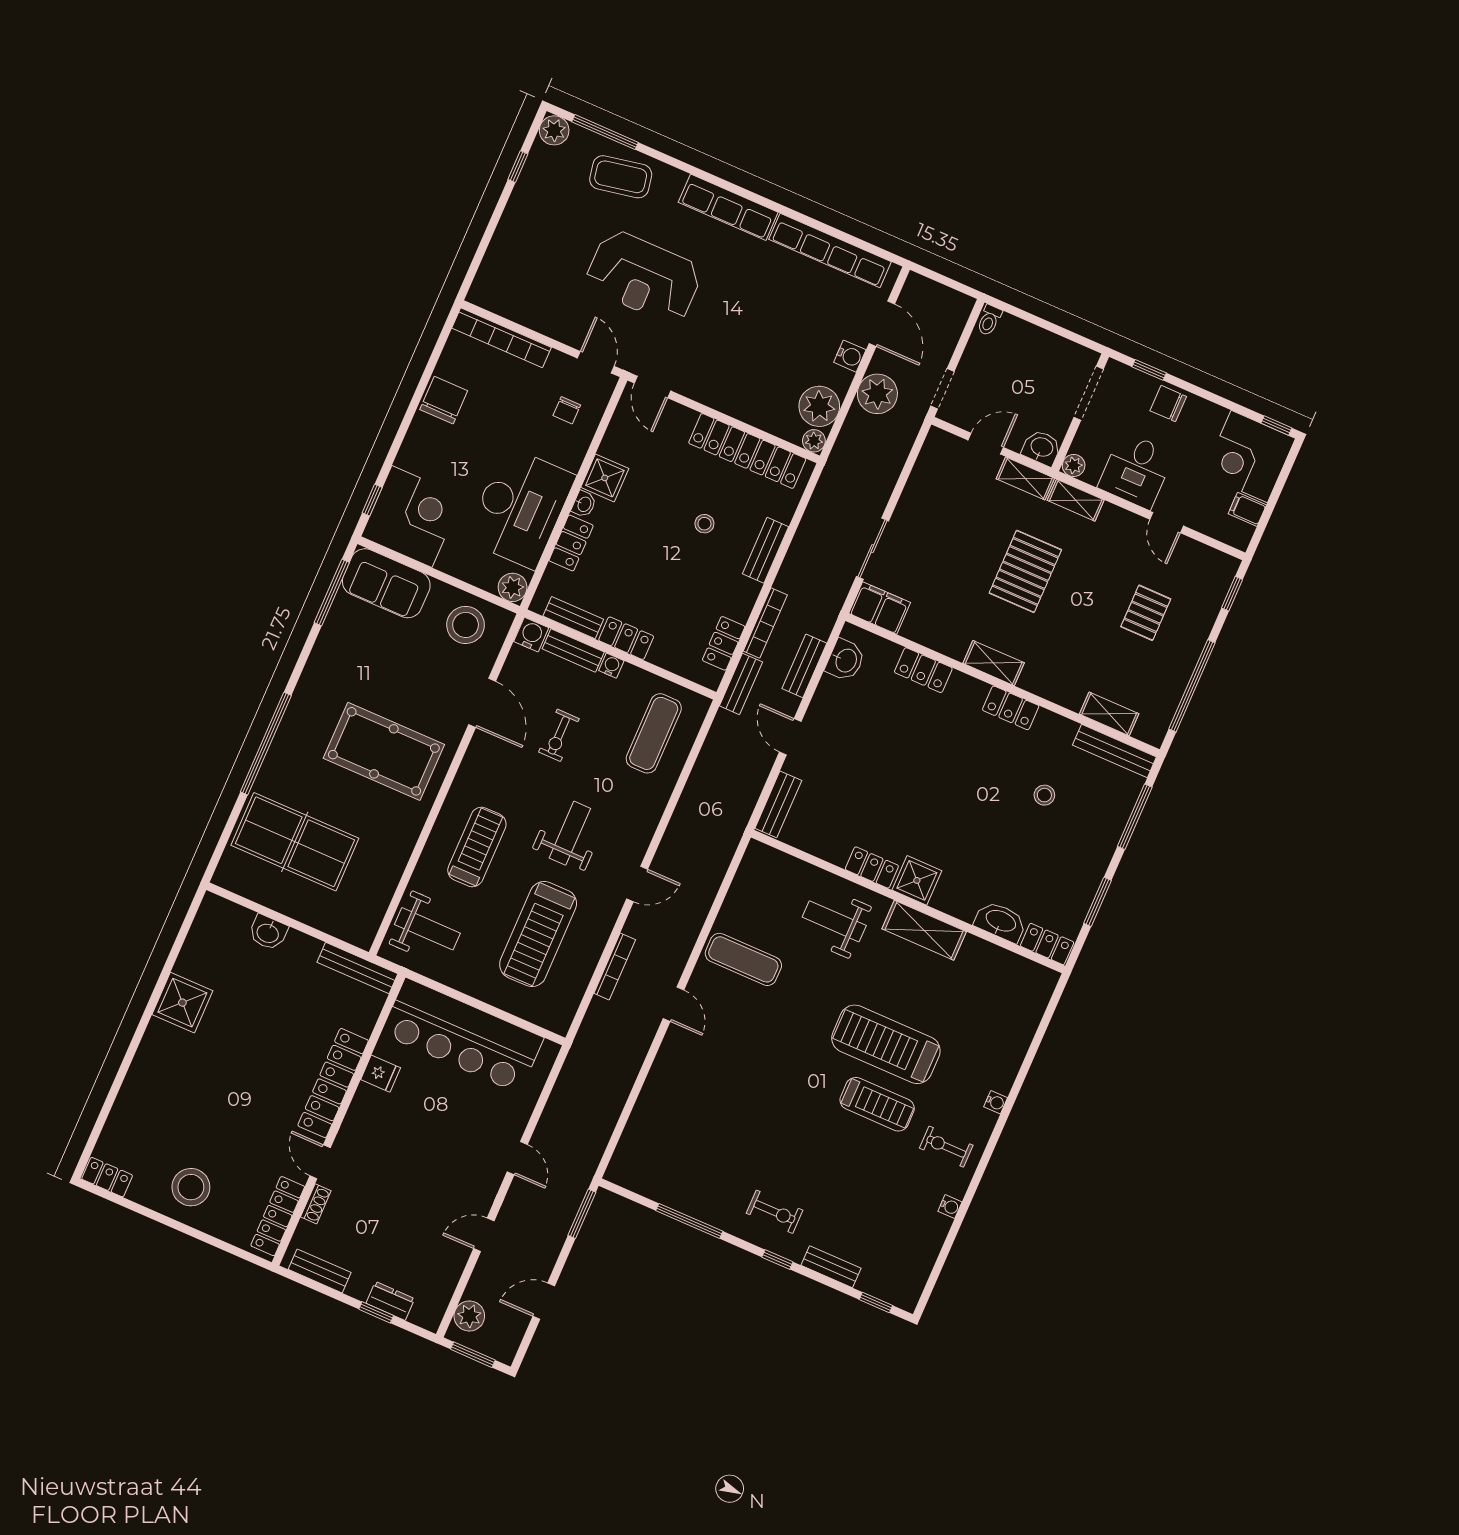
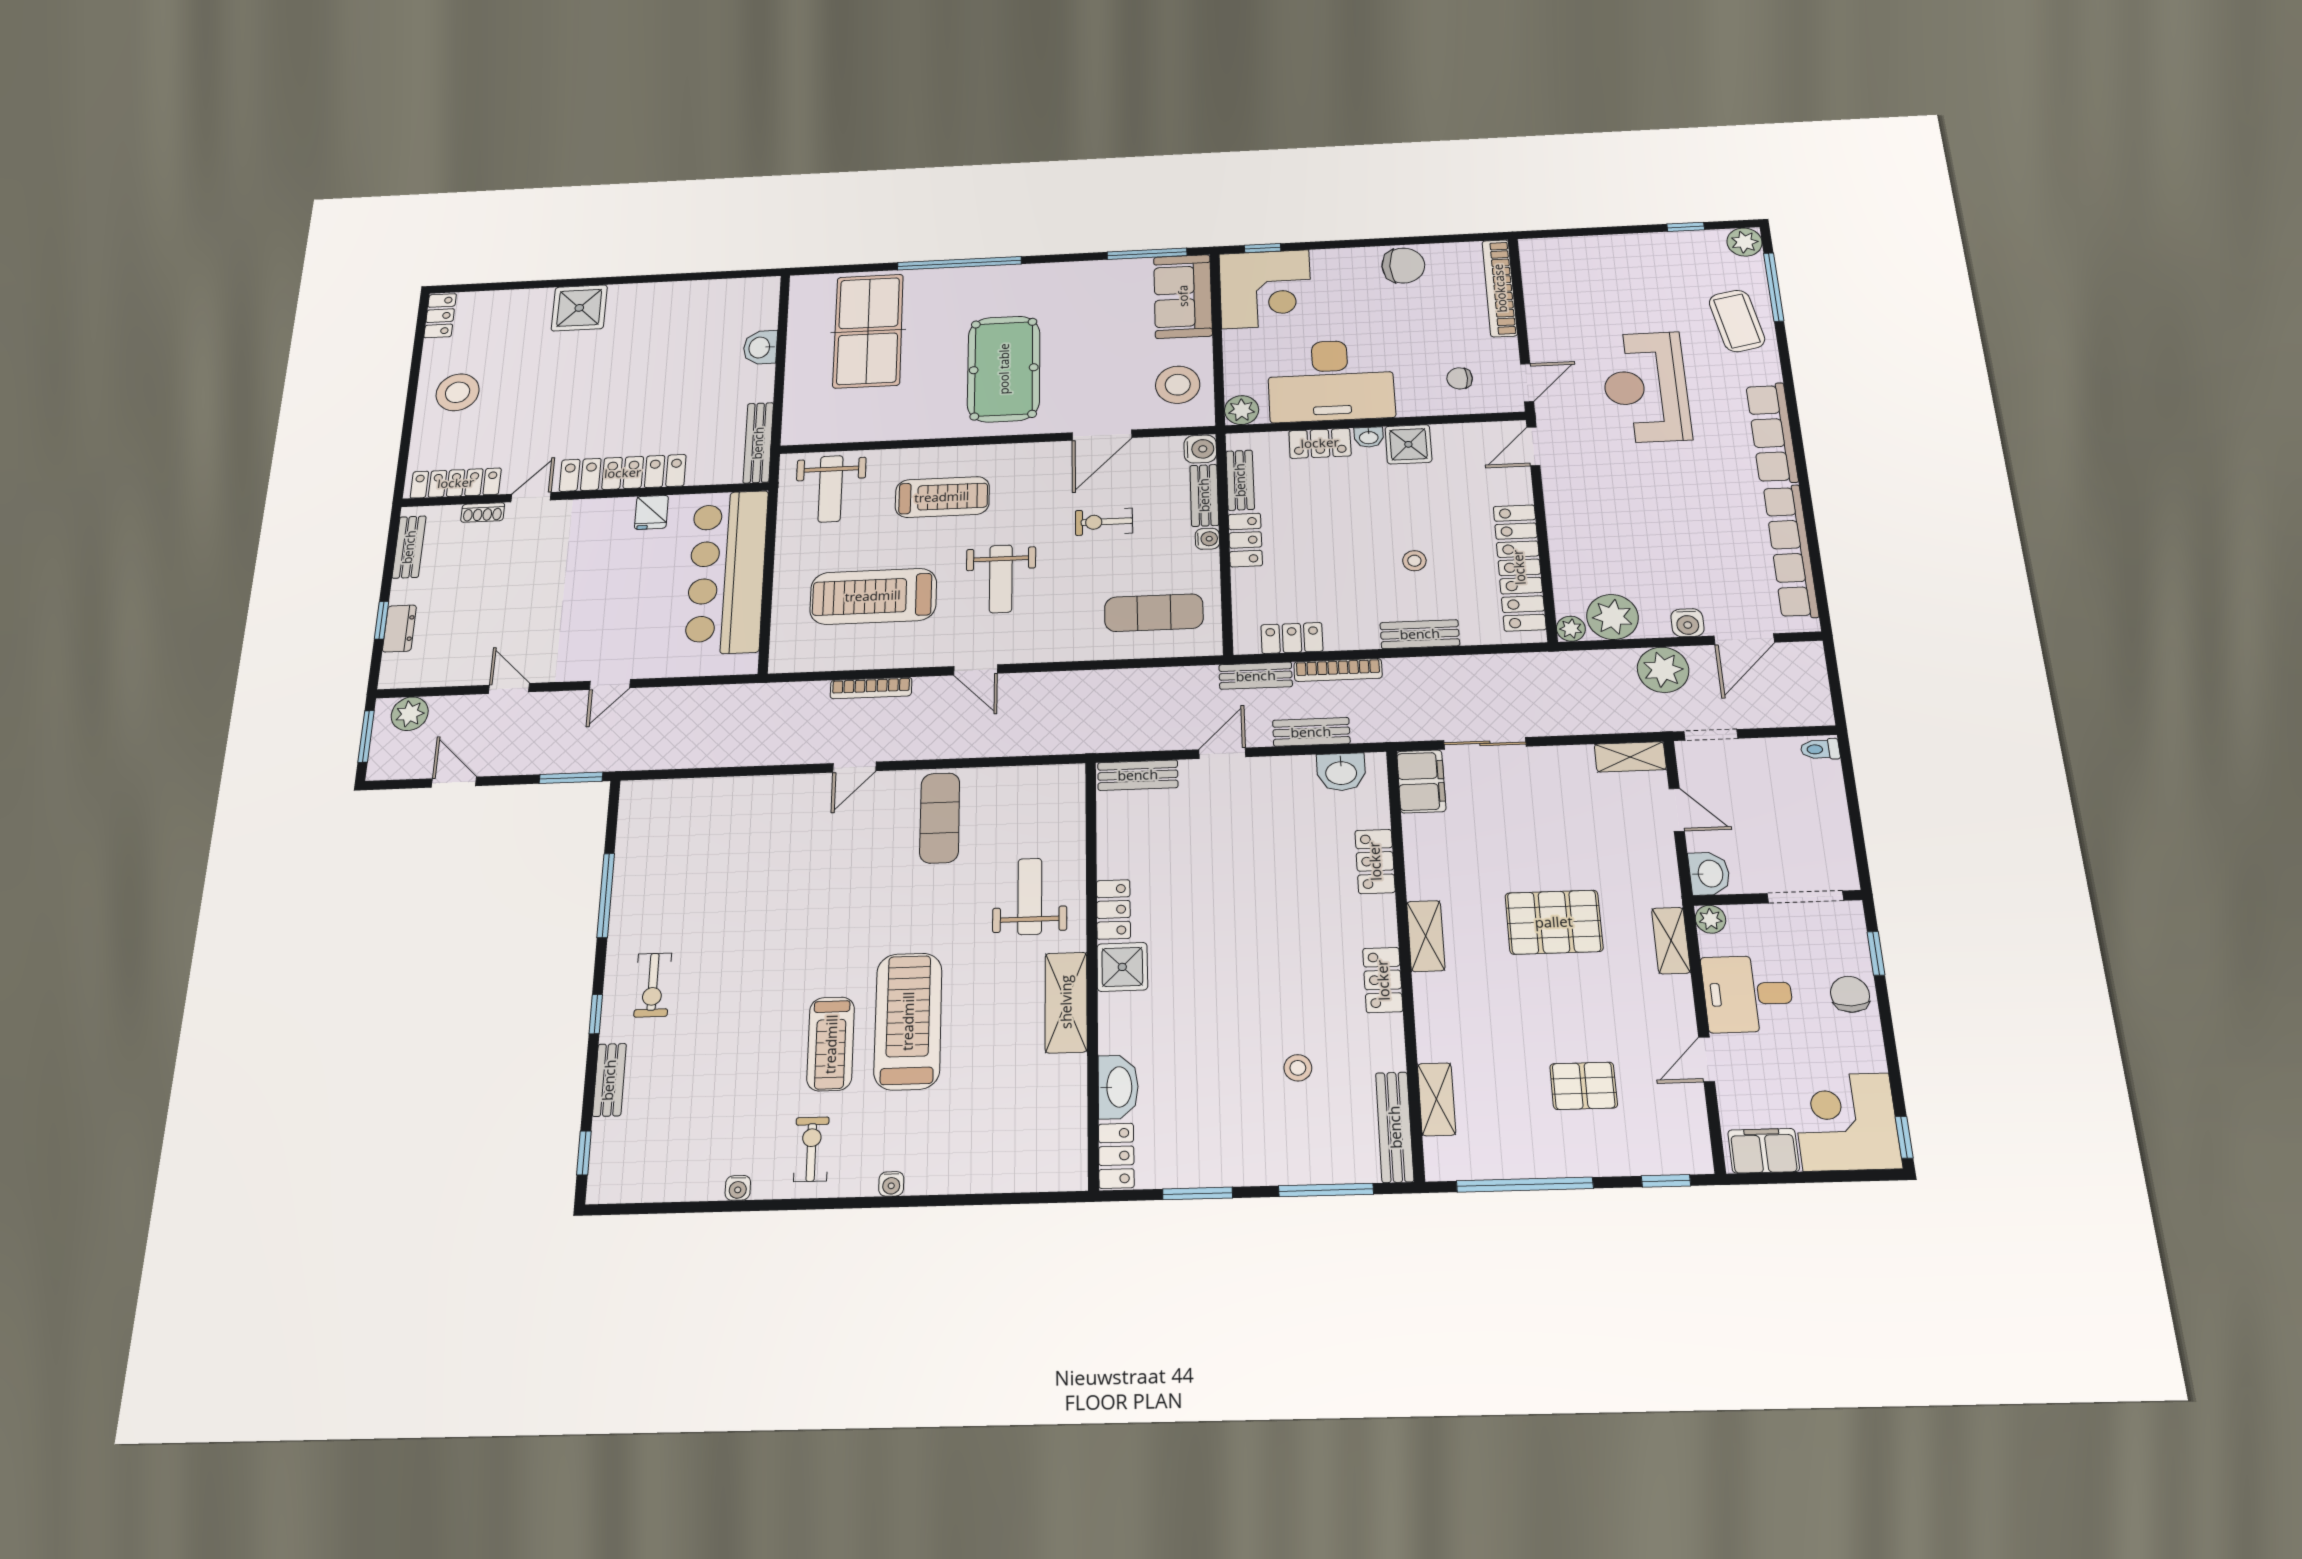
shelving: (1025, 479) -> (1630, 757), moved, turned 90
filing cabinet: (1247, 509) -> (1764, 1151), width x2.00
weight bench: (570, 833) -> (1001, 579), turned 90
shower: (182, 1003) -> (579, 308), moved

